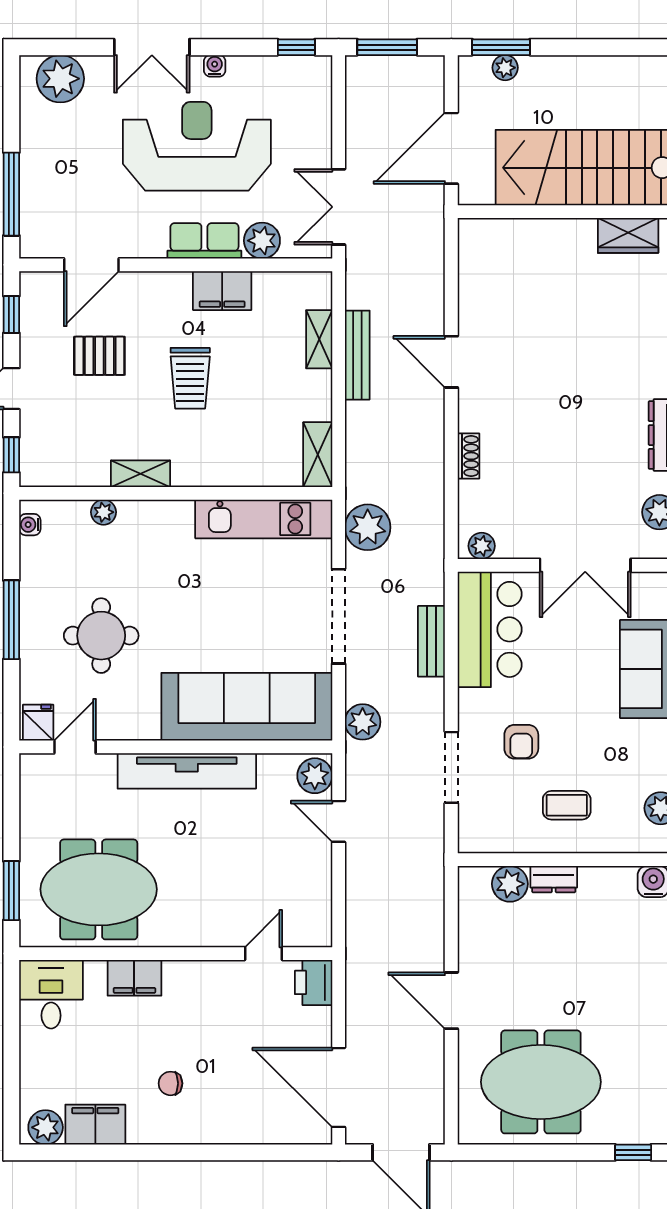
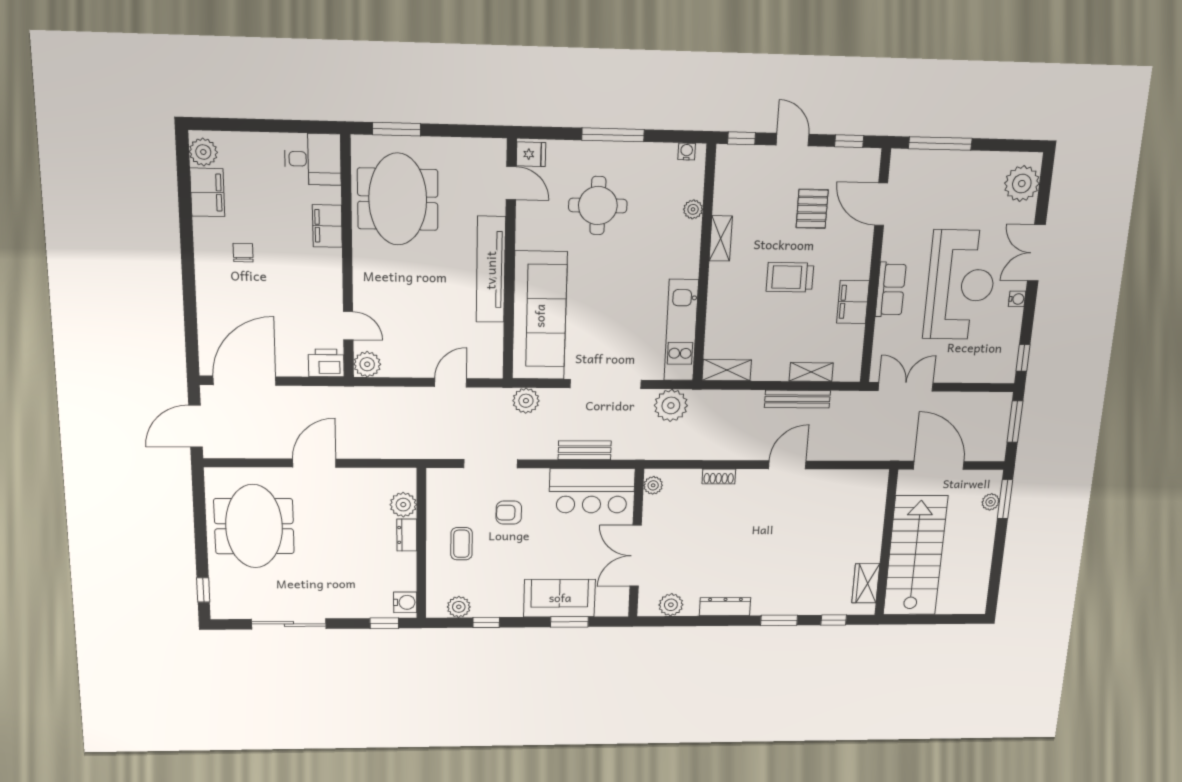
plant: (262, 241) -> (887, 332), removed
plant: (315, 776) -> (367, 364), moved

